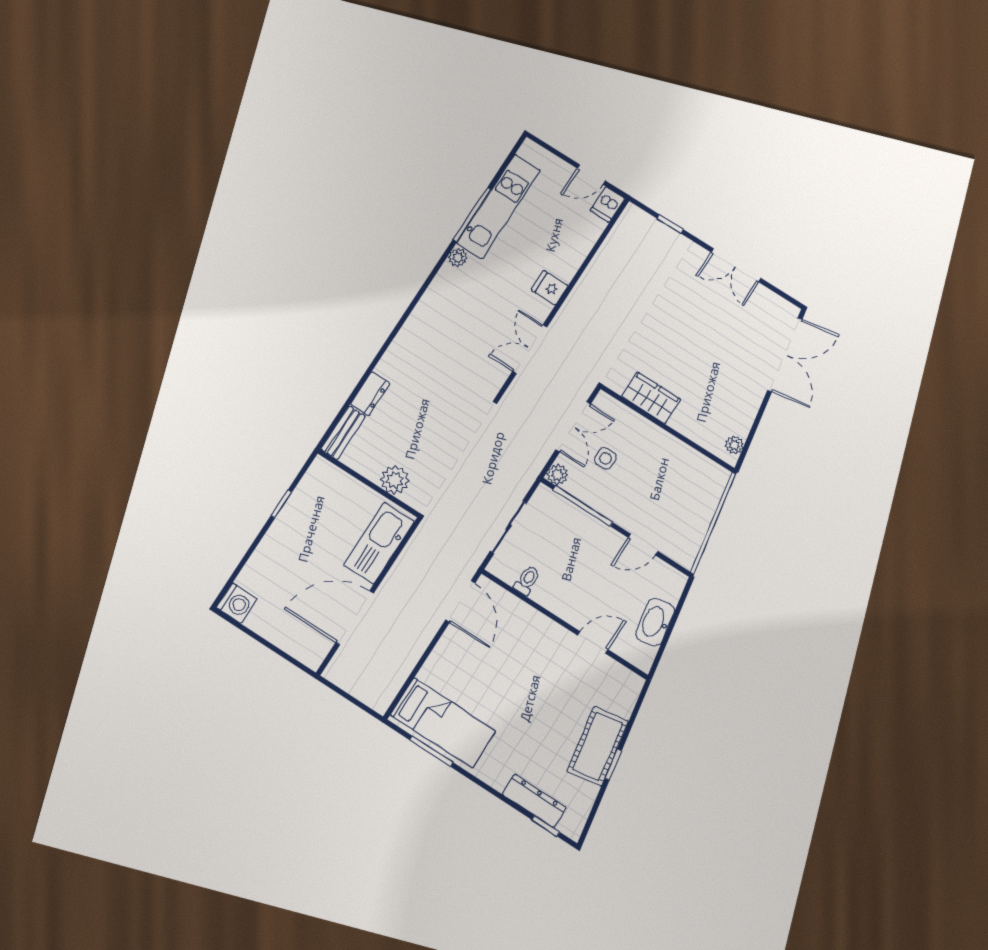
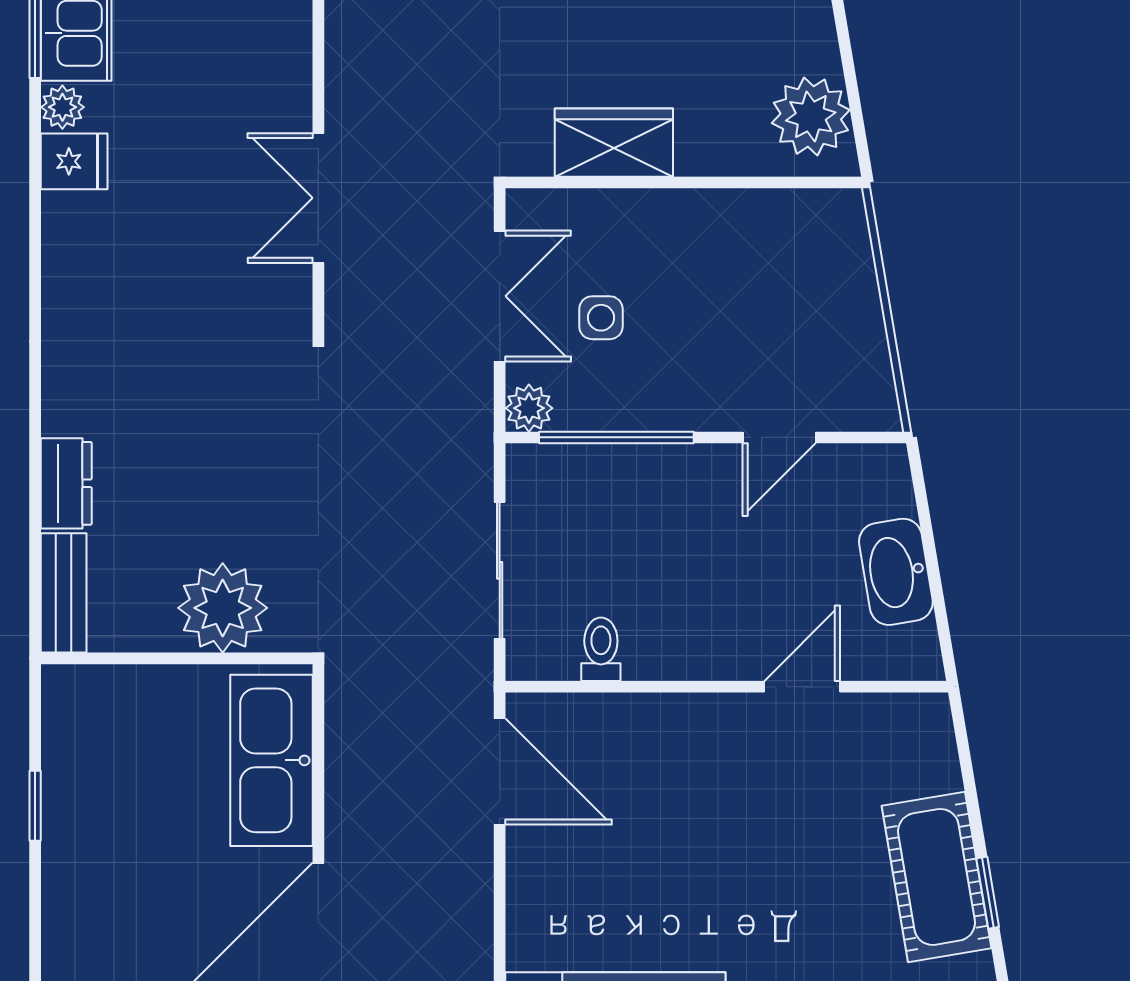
fridge: (550, 288) -> (74, 161), moved, turned 180
plant: (734, 445) -> (811, 117), width x1.88, depth x1.88
plant: (395, 480) -> (223, 608), width x1.36, depth x1.36

